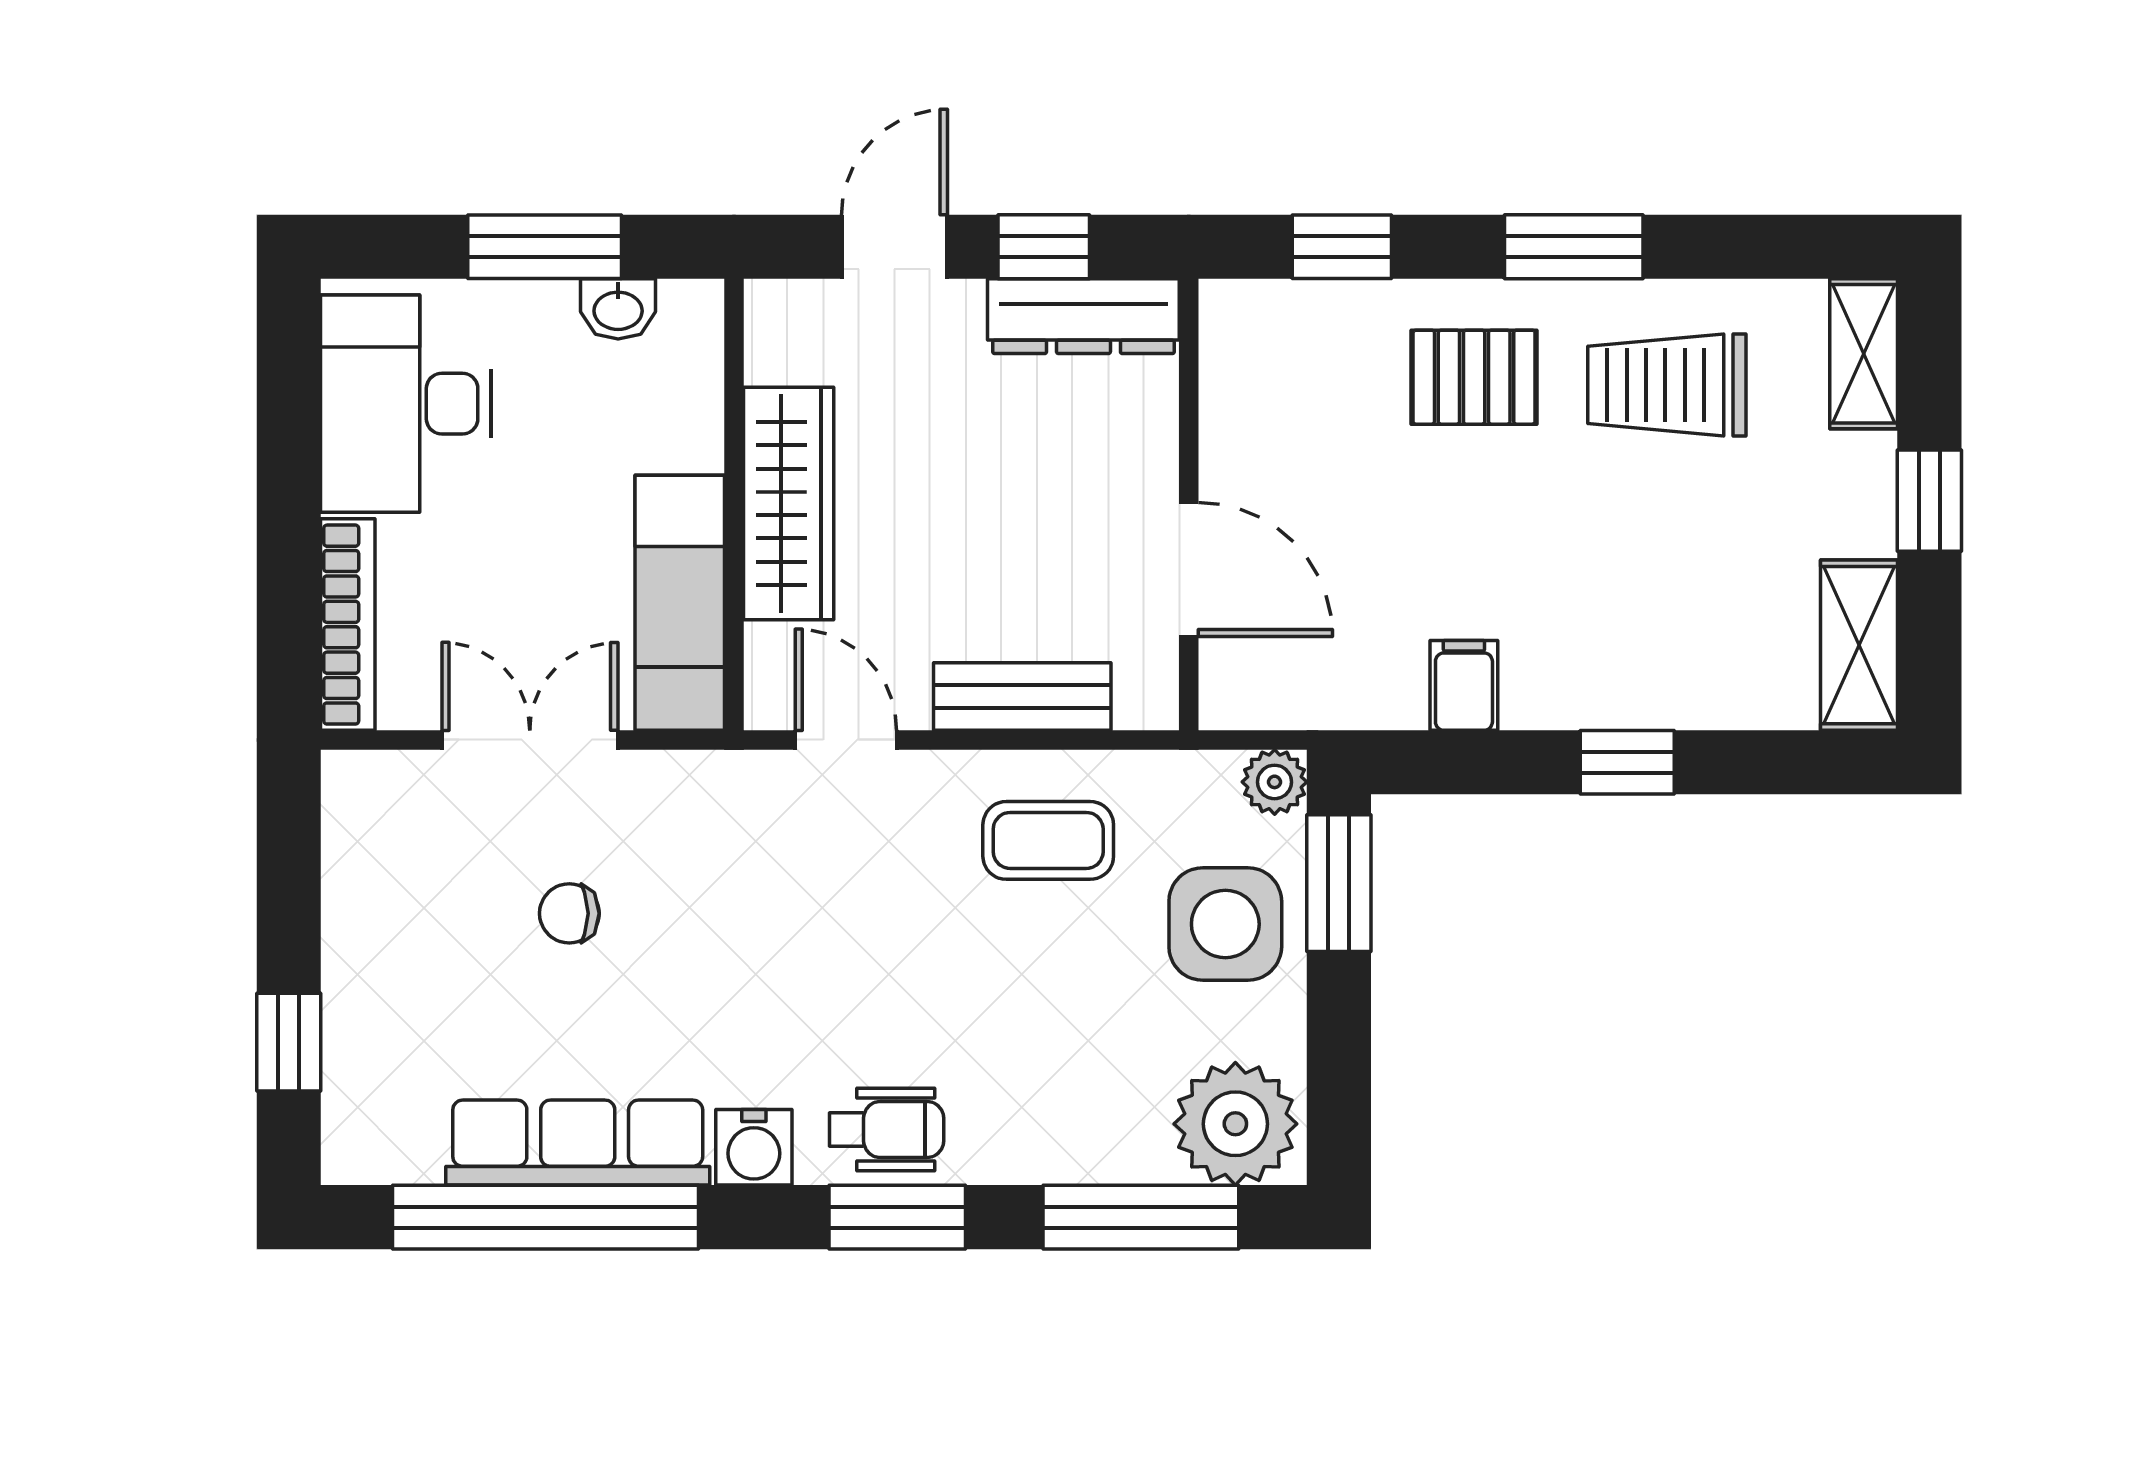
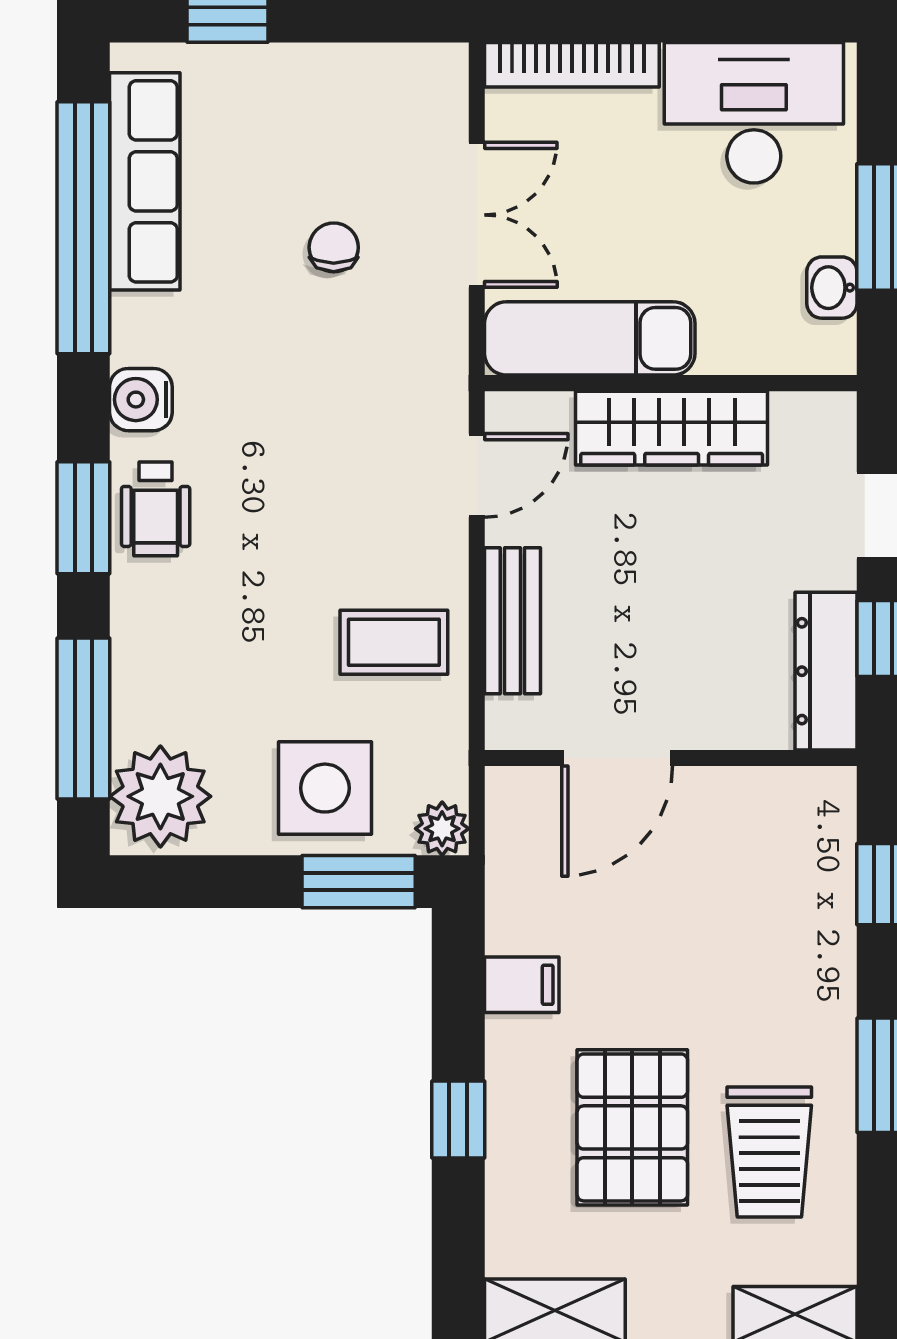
pallet: (1474, 377) -> (632, 1127), moved, width x1.50, depth x1.42
trolley: (1667, 385) -> (769, 1152), turned 180
coffee table: (1048, 840) -> (394, 642), turned 90
row of seats: (578, 1143) -> (145, 181), moved

